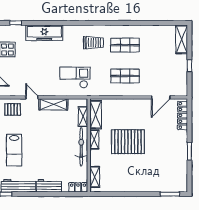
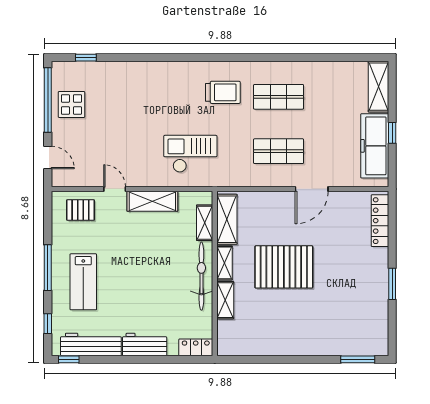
freezer: (44, 33) -> (375, 146), moved, turned 90
door: (161, 97) -> (312, 189), moved
shelving: (95, 177) -> (225, 300), moved

